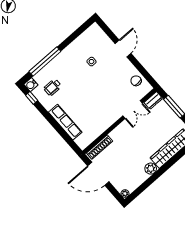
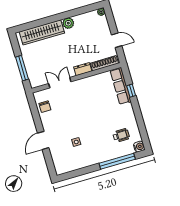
window: (32, 98) -> (131, 91), moved
dresser: (153, 100) -> (83, 69), moved
row of seats: (65, 122) -> (121, 86), moved
door: (98, 174) -> (117, 40), width x0.53

